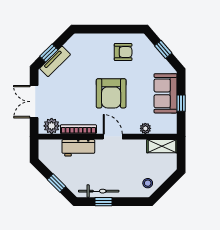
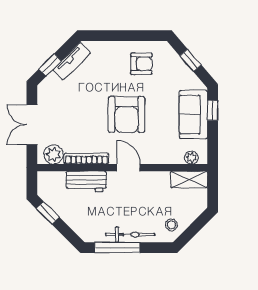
tv unit: (55, 61) -> (72, 61), moved
window: (181, 103) -> (213, 110), moved
plant: (145, 128) -> (191, 158), moved
window: (56, 183) -> (48, 213), moved
bicycle: (99, 191) -> (130, 235), moved
window: (104, 202) -> (117, 248), width x2.17

